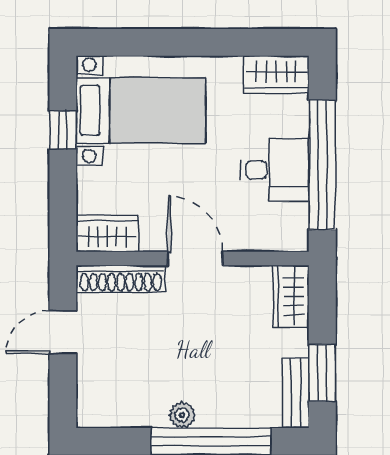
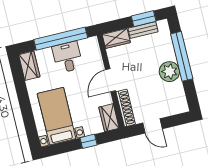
window: (63, 130) -> (89, 141), moved
bench: (296, 393) -> (143, 30), moved
plant: (182, 415) -> (169, 72), width x1.87, depth x1.87

